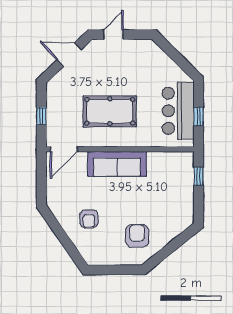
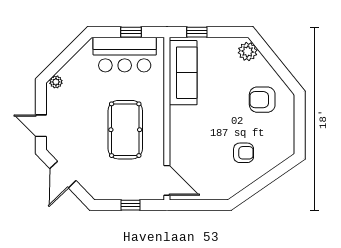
plant: (153, 48) -> (56, 82), added
sofa: (117, 164) -> (183, 73), moved
plant: (181, 223) -> (248, 51), added

